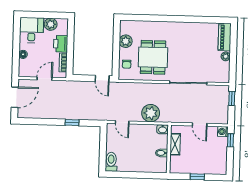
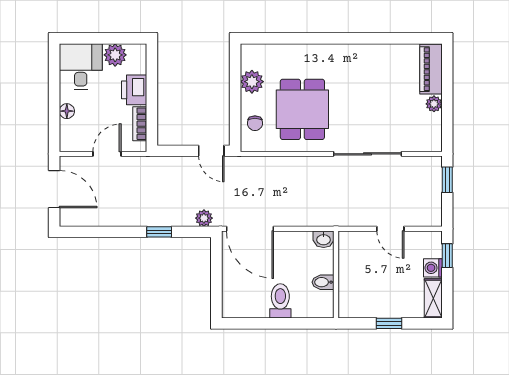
door: (15, 97) -> (54, 189), hinge flipped
plant: (151, 113) -> (204, 218), moved, width x0.53, depth x0.53
door: (122, 122) -> (250, 229), width x1.88
washing machine: (223, 132) -> (433, 268), moved
shelving: (175, 144) -> (433, 298), moved
toilet: (111, 162) -> (280, 301), moved

